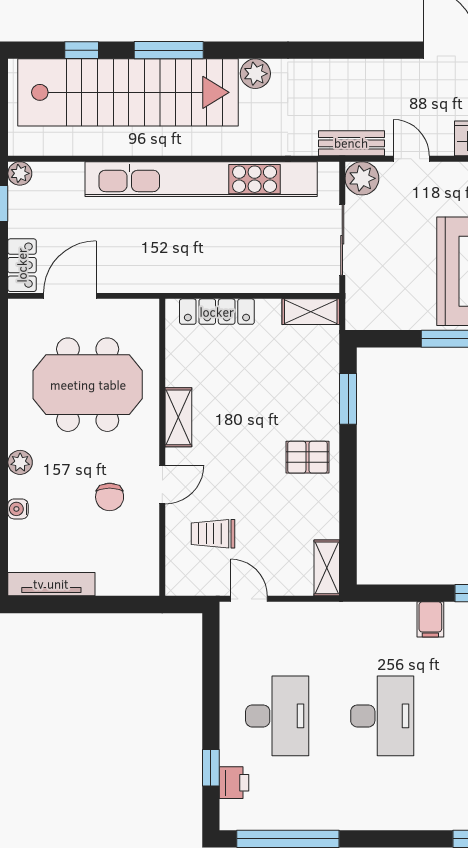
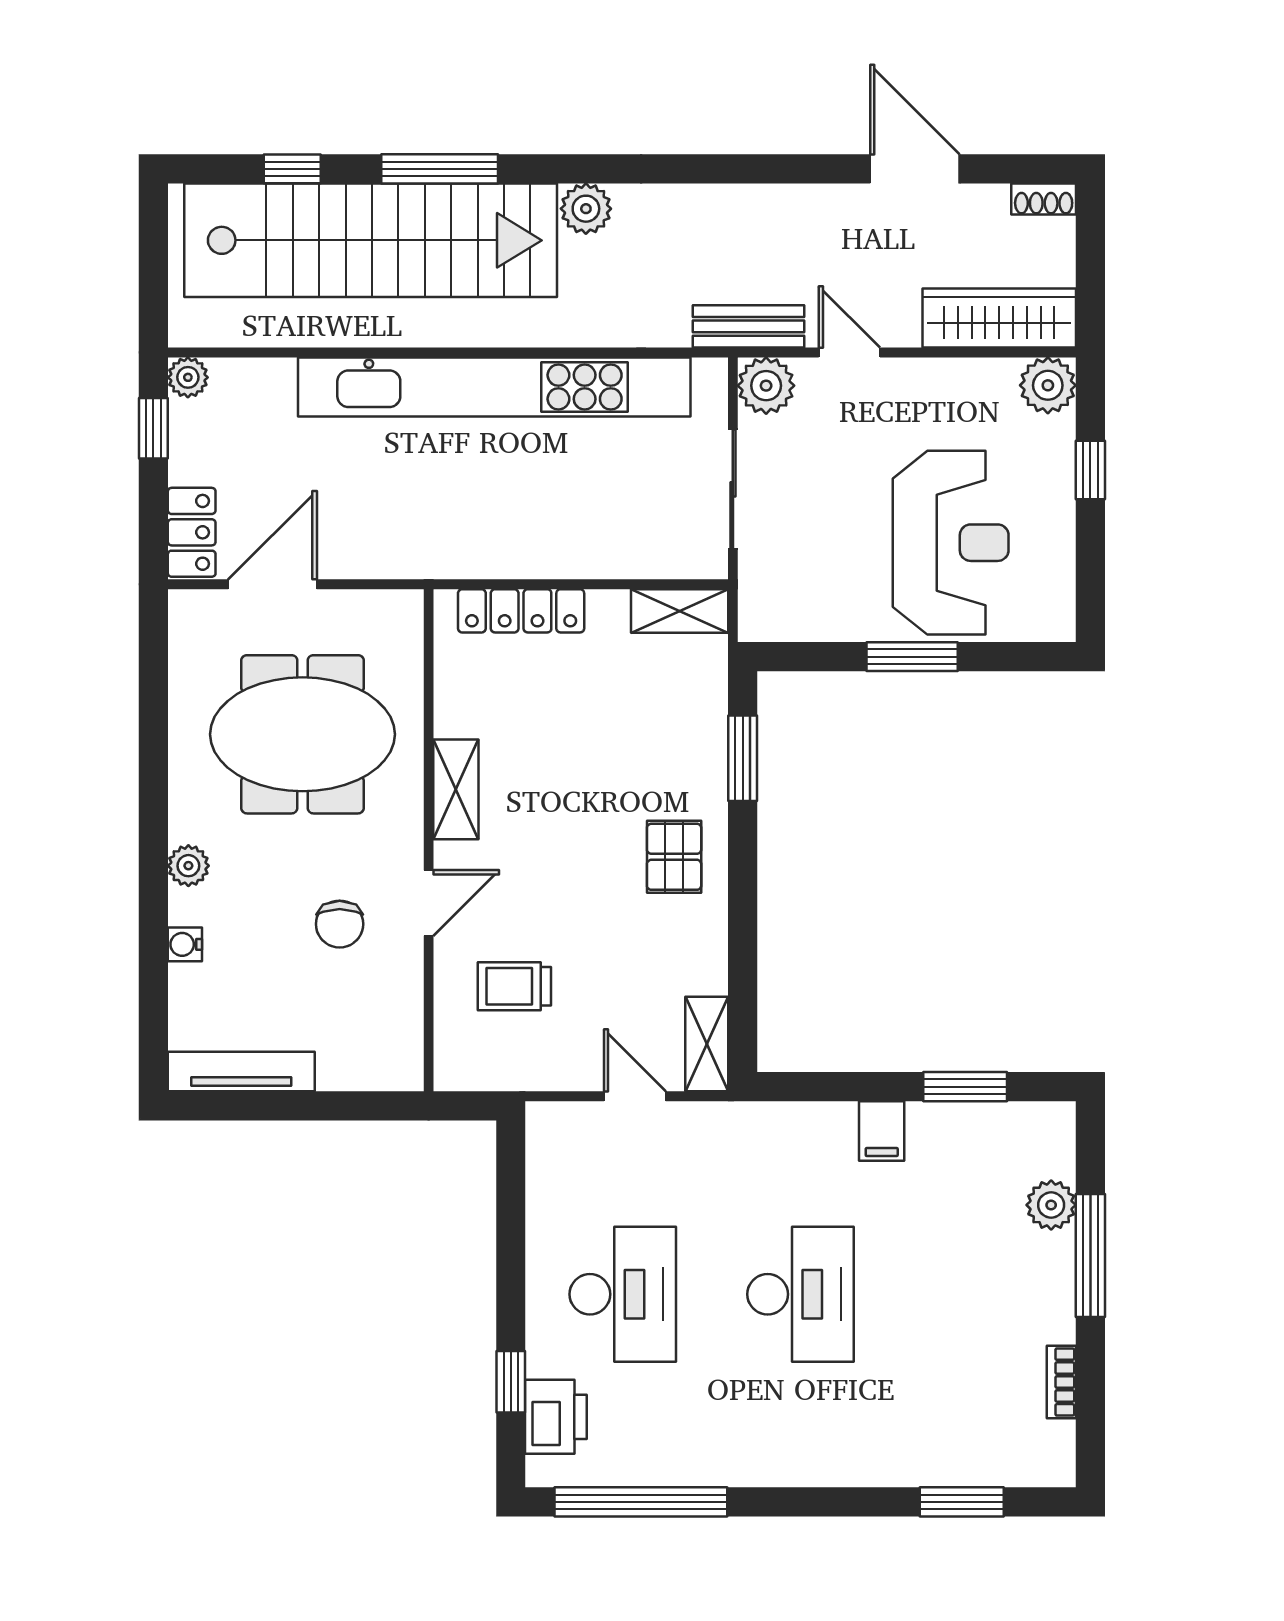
pallet: (307, 457) -> (674, 857), turned 90
door: (249, 599) -> (635, 1096), moved
printer: (234, 783) -> (556, 1417), width x1.36, depth x1.24

